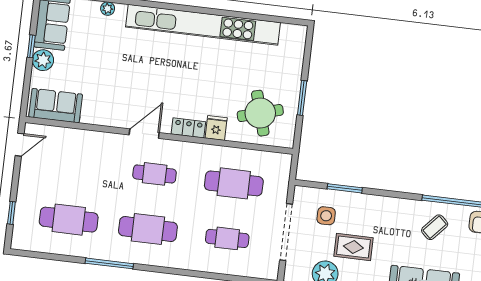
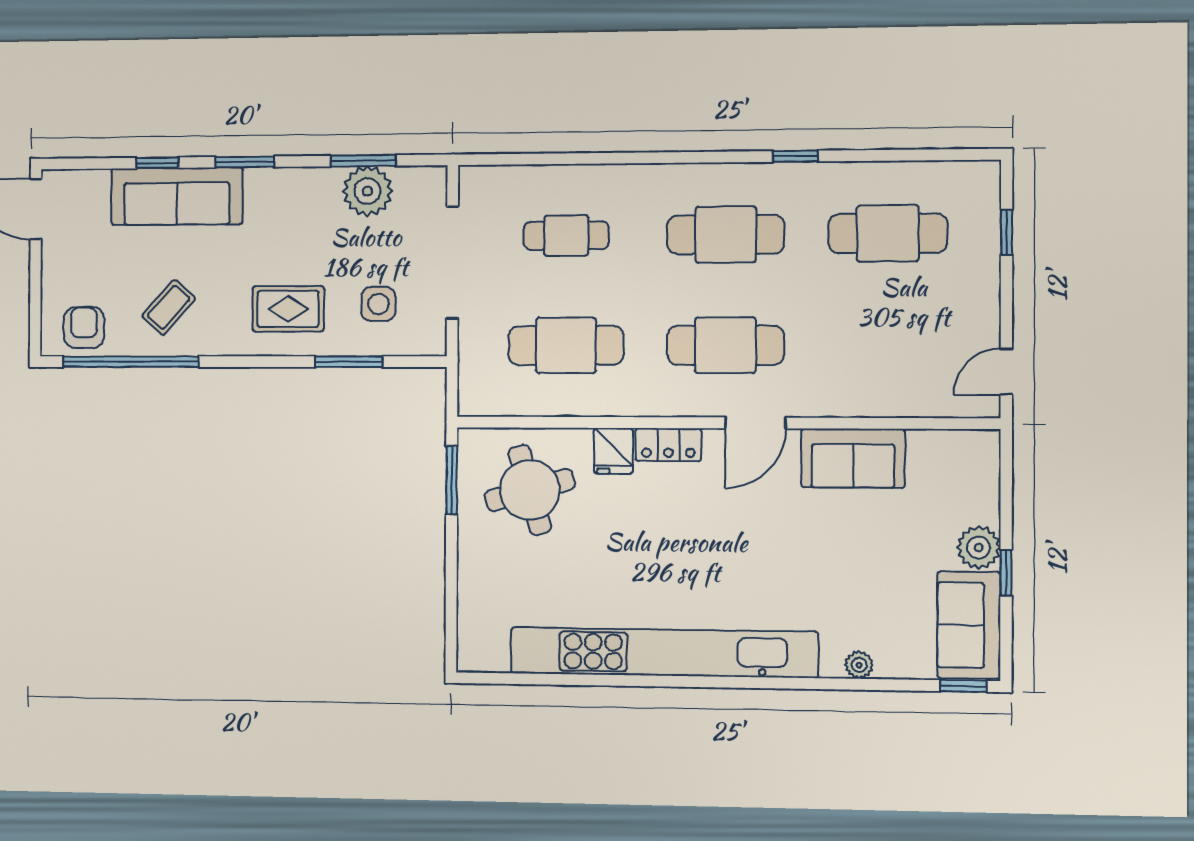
window: (302, 98) -> (452, 480), moved
sofa: (56, 106) -> (853, 458), moved
cafe table: (155, 174) -> (725, 345), width x1.37, depth x1.35
rug: (353, 247) -> (288, 309), moved
window: (109, 263) -> (795, 156), width x0.46

